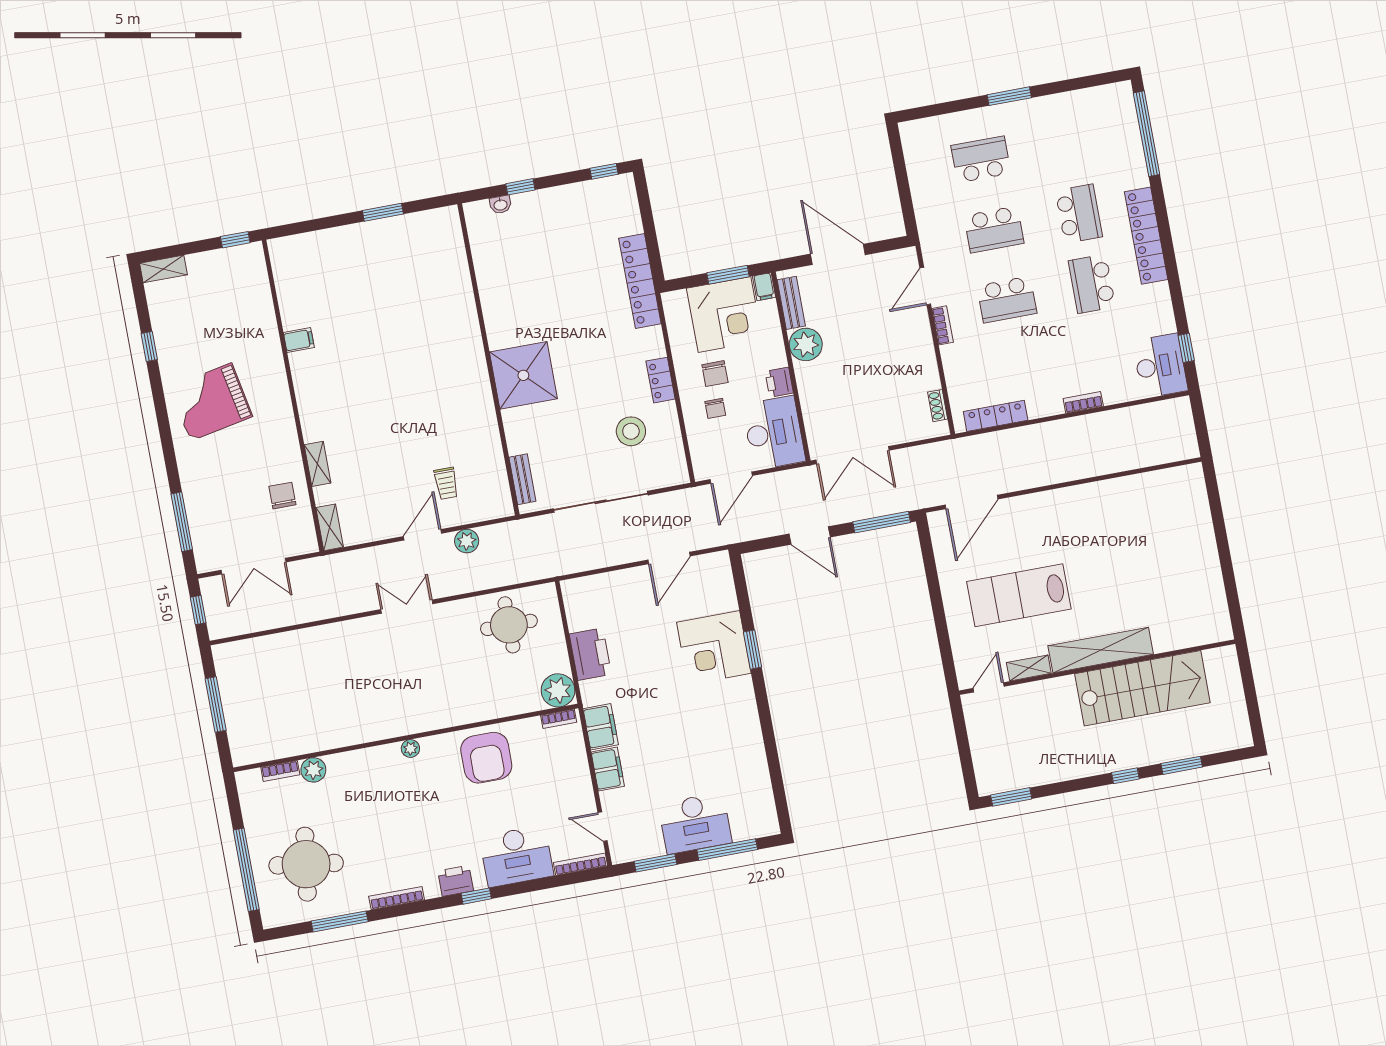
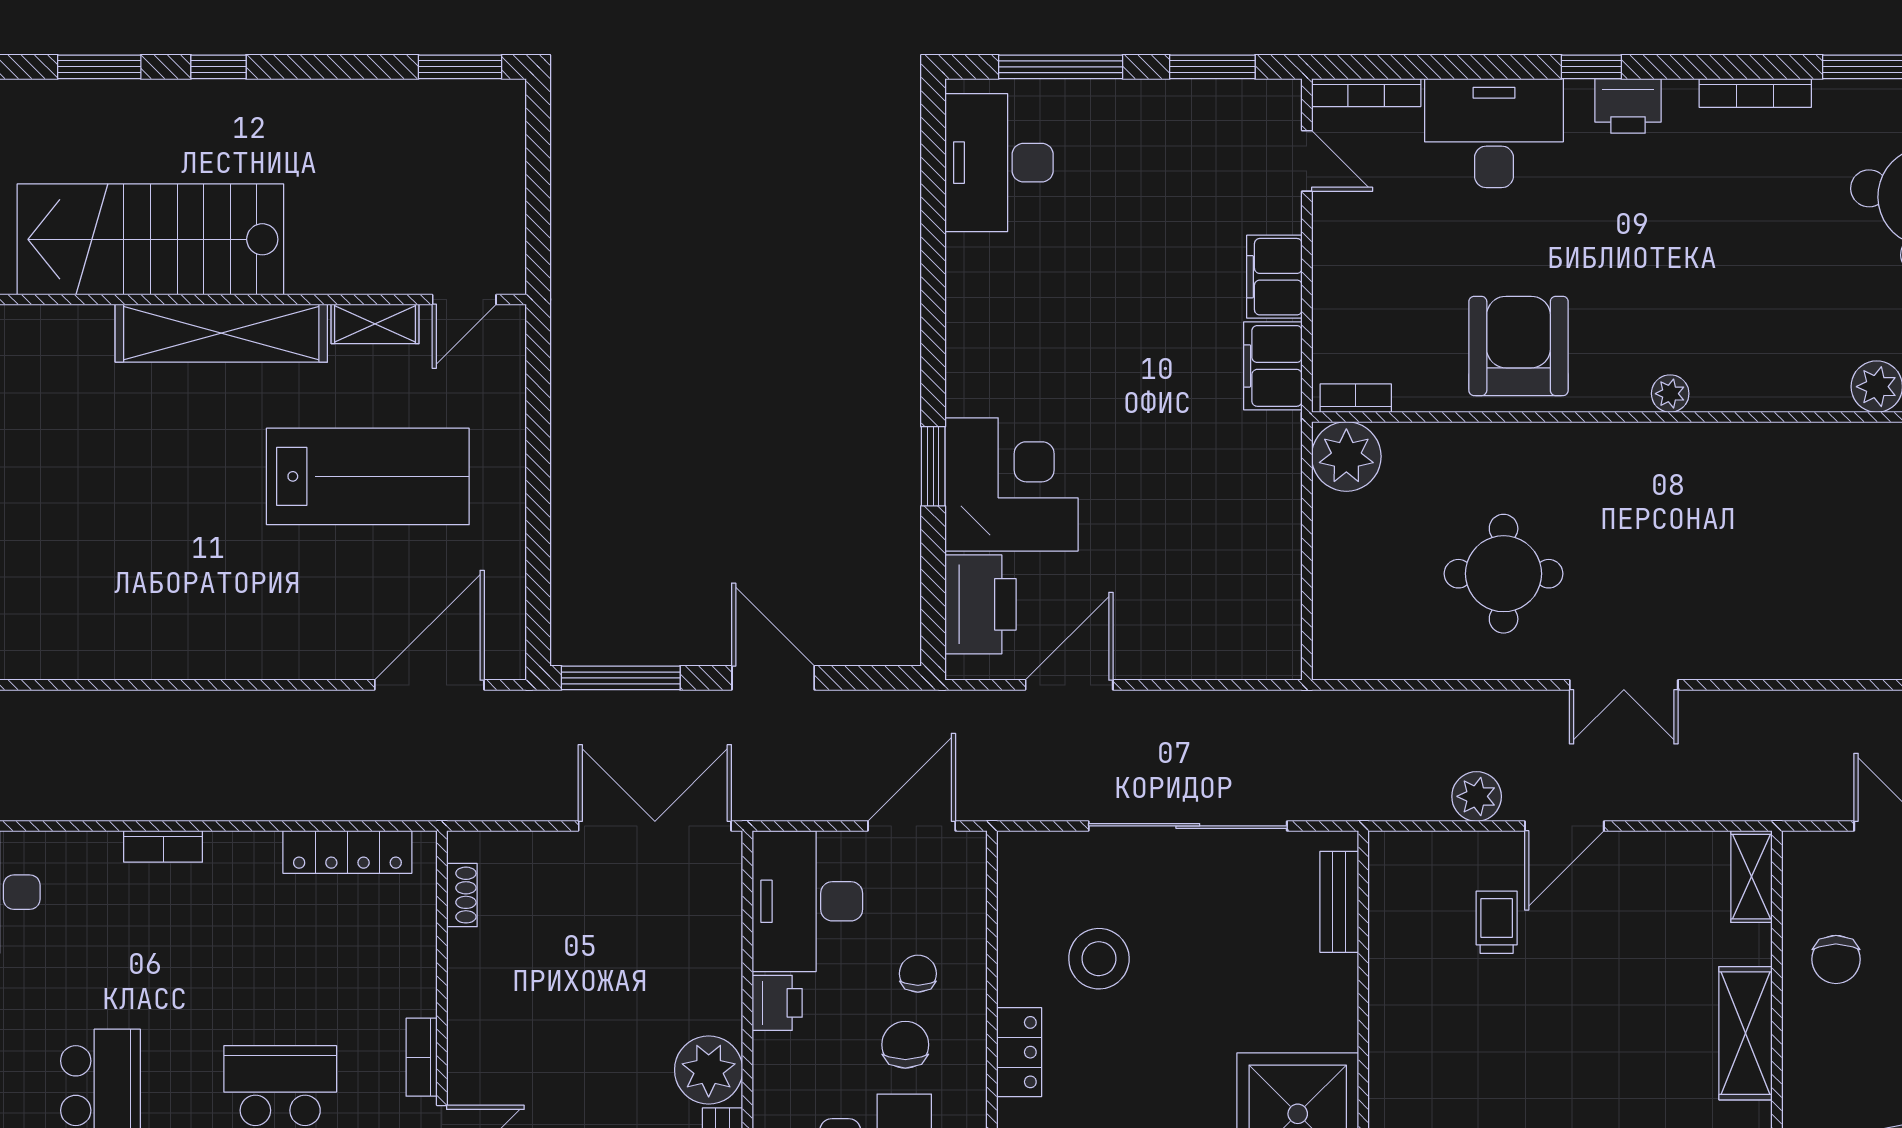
shelving: (318, 464) -> (1746, 1033), width x1.50, depth x1.33
round table: (509, 625) -> (1504, 574), moved
printer: (590, 654) -> (980, 604), moved, turned 180
desk: (695, 823) -> (999, 163), moved, turned -90

